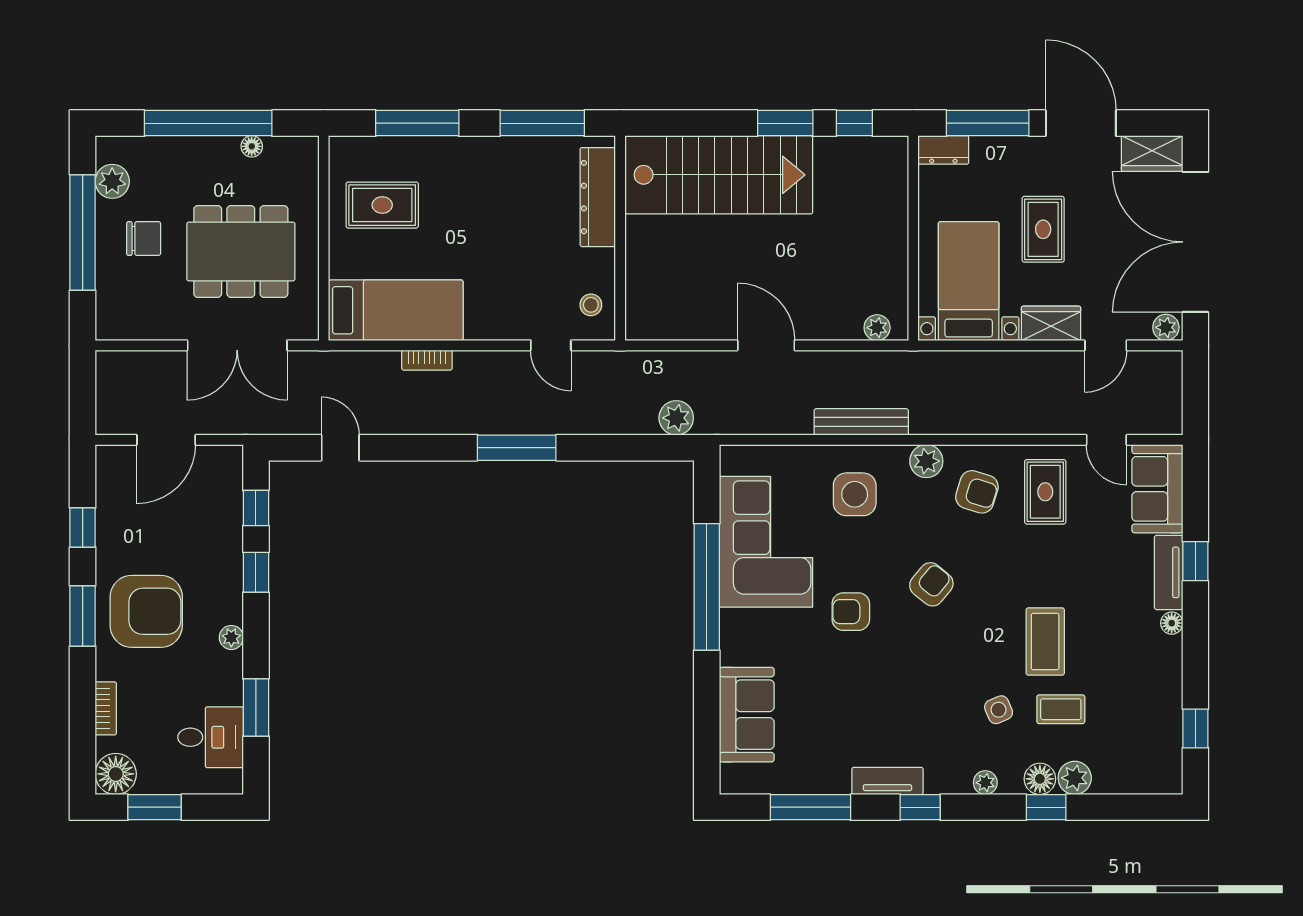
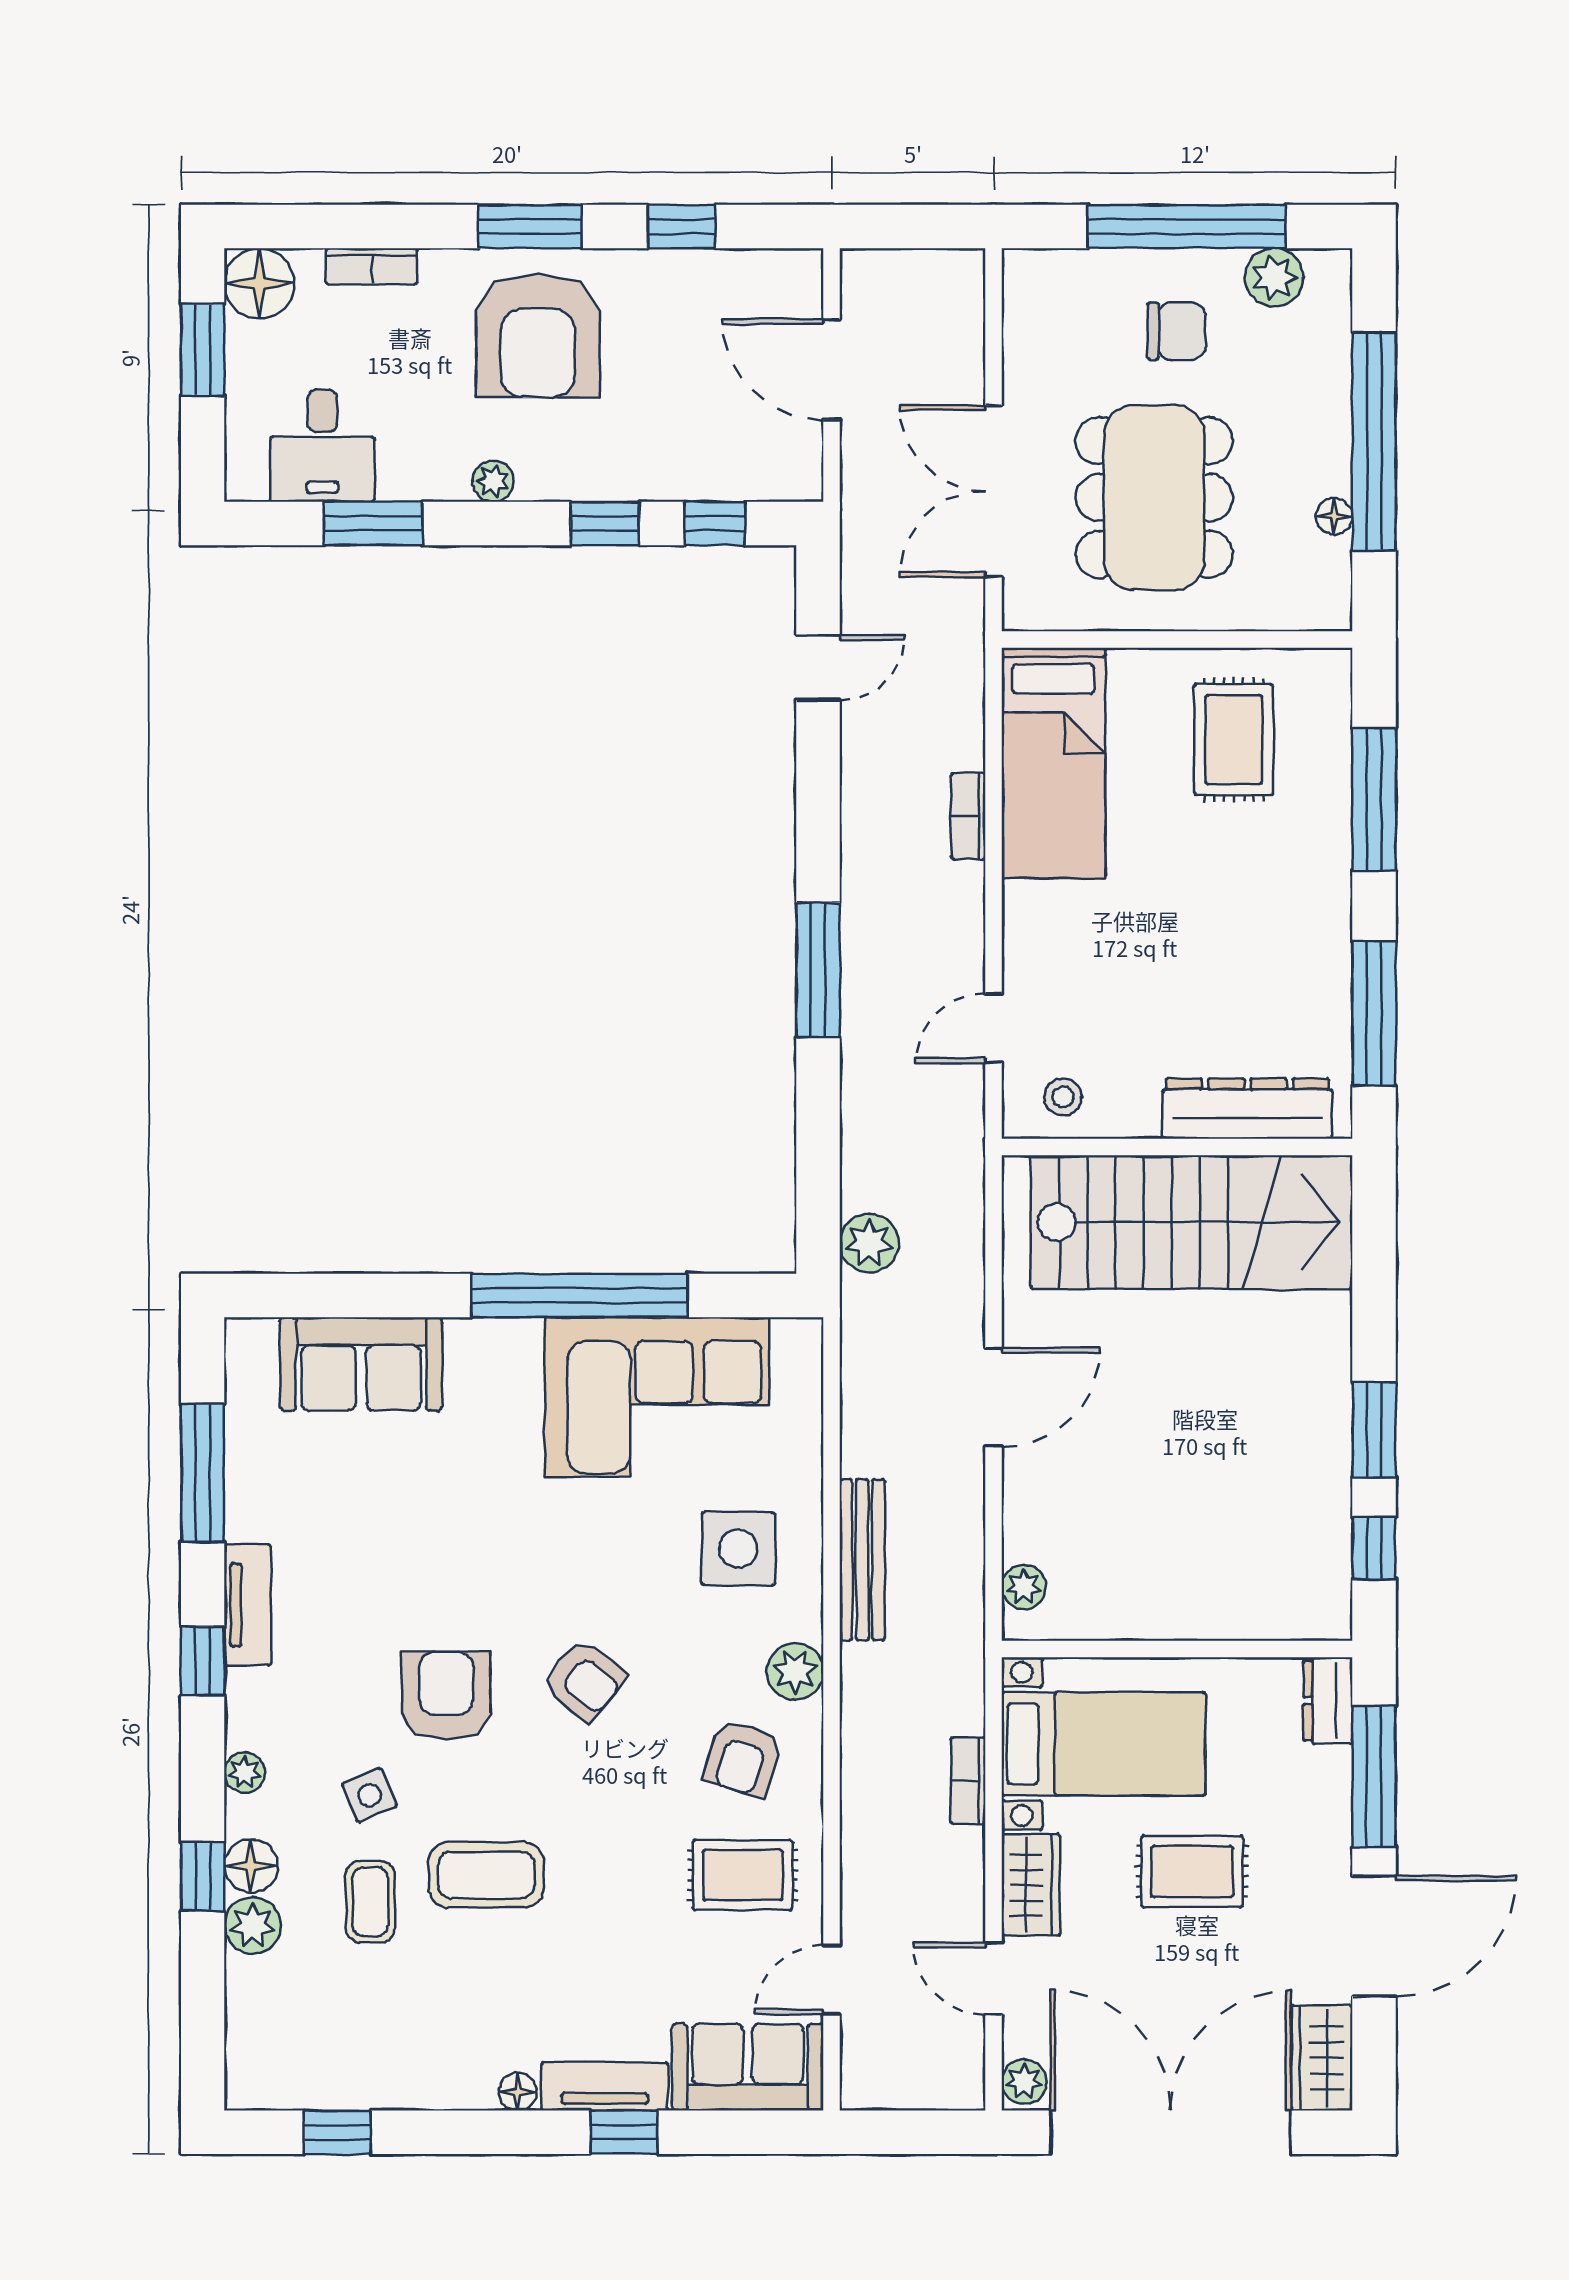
stairs: (719, 175) -> (1192, 1222), moved, turned -90
chair: (144, 239) -> (1176, 331), turned -90
bookcase: (990, 360) -> (968, 1781), added
armchair: (851, 612) -> (446, 1696), moved, width x1.38, depth x1.38

